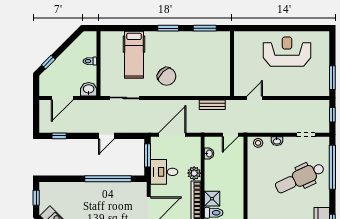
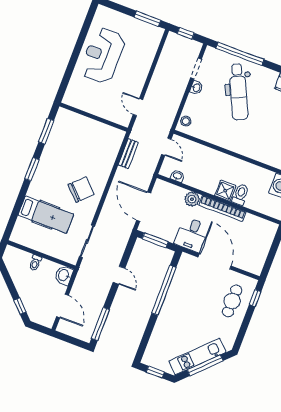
window: (59, 136) -> (100, 324), width x2.17
washbasin: (277, 141) -> (196, 88), moved
desk: (164, 172) -> (192, 235), moved

